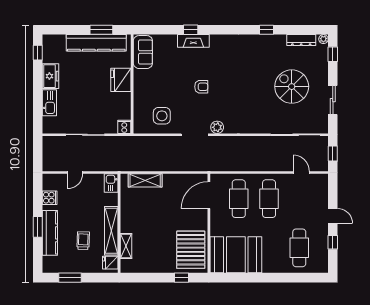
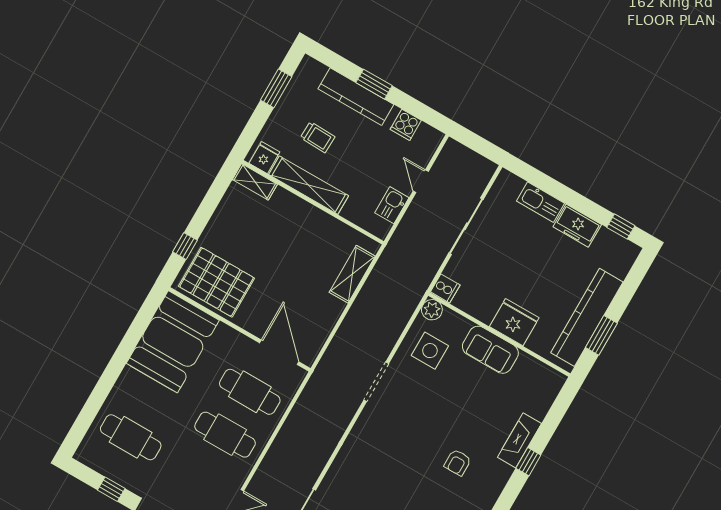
fireplace: (193, 41) -> (519, 440), moved
sofa: (143, 52) -> (490, 350), moved
armchair: (201, 87) -> (458, 462), moved
plant: (217, 127) -> (432, 310), moved
kitchen sink: (111, 183) -> (392, 205), moved, turned -90
shelving: (126, 246) -> (255, 182), moved

